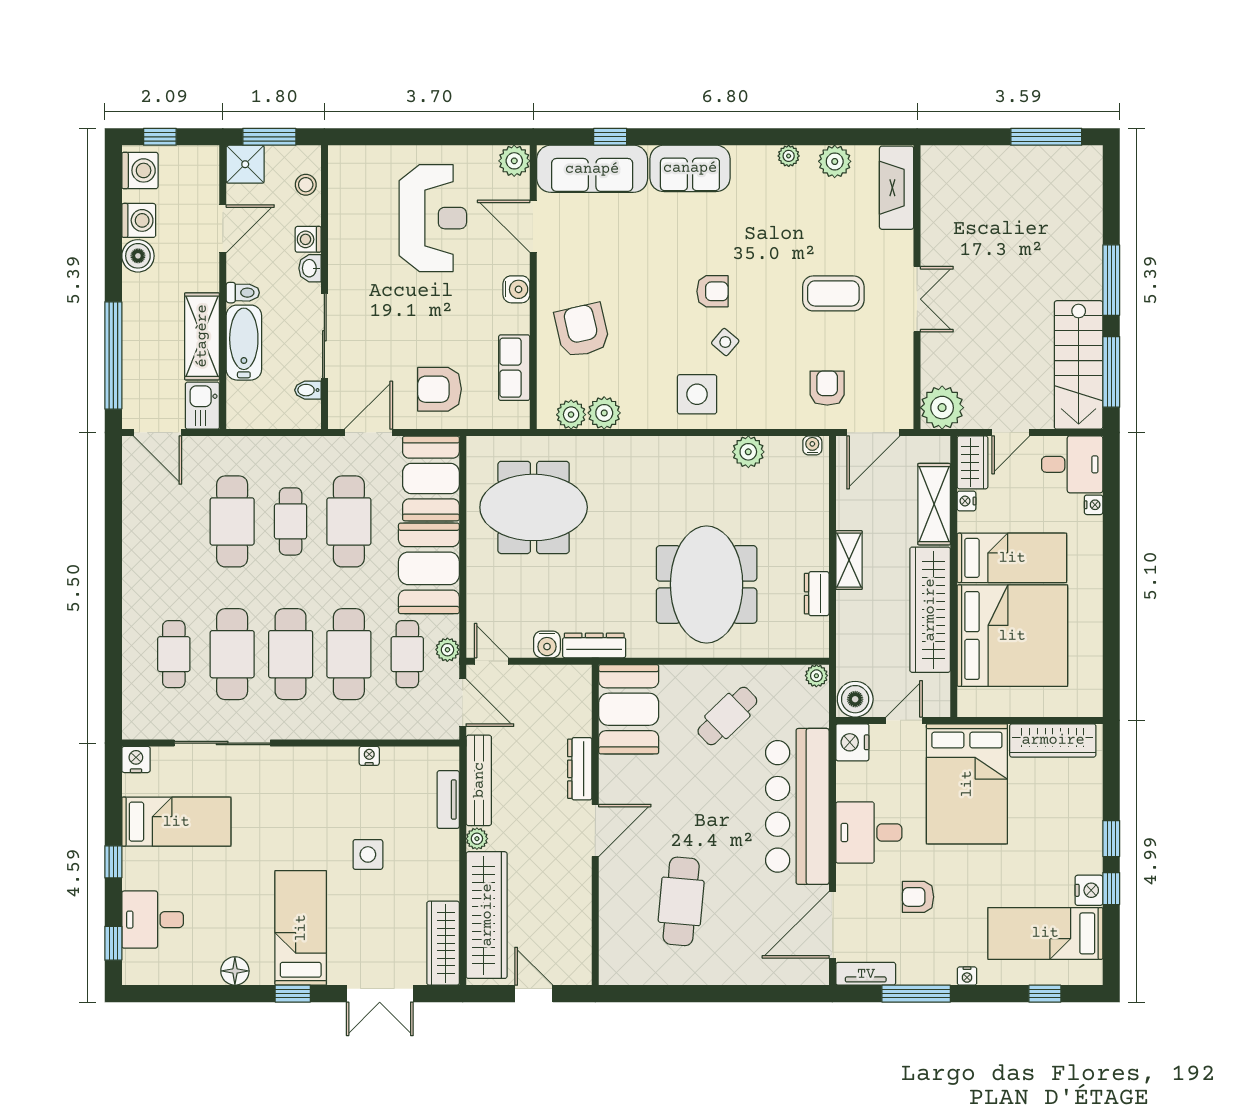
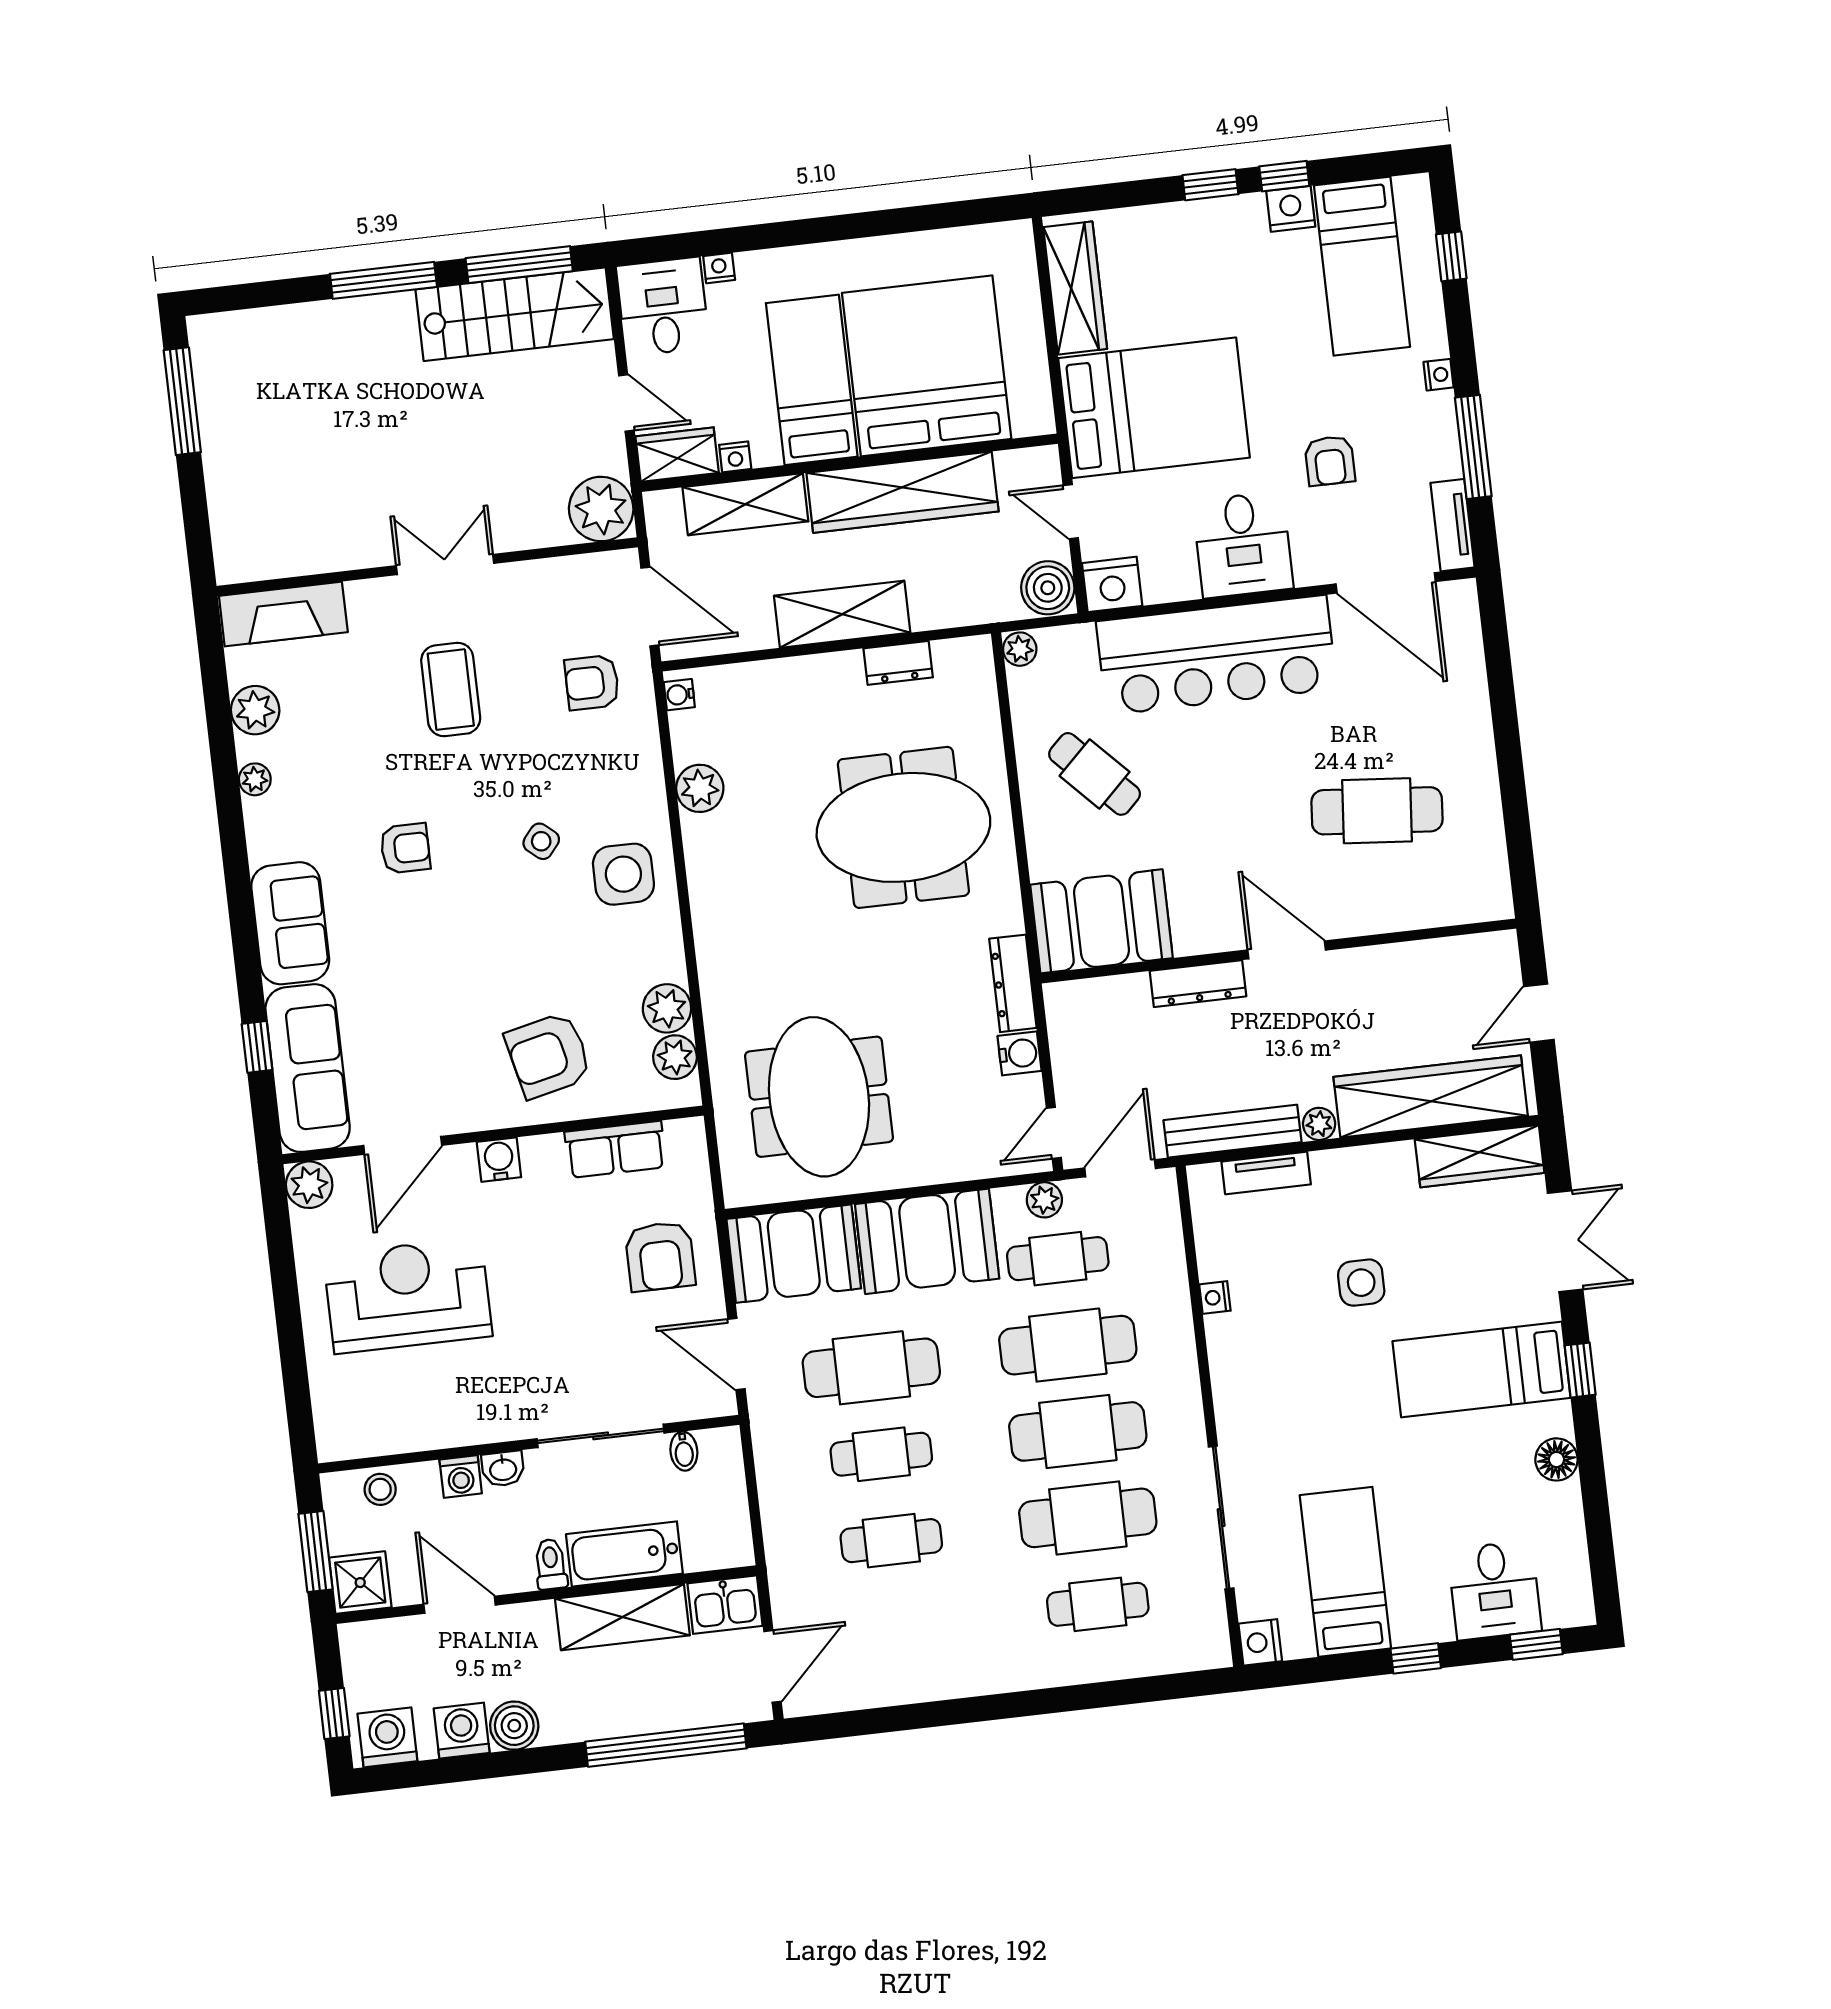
armchair: (712, 291) -> (405, 848), moved, turned 90
cafe table: (232, 521) -> (891, 1541), width x0.73, depth x0.74
shelving: (849, 560) -> (842, 614), width x1.50, depth x1.33

